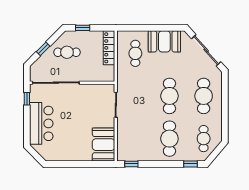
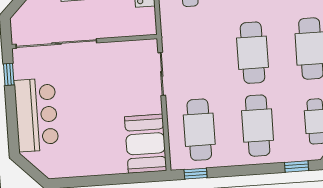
cafe table: (135, 139) -> (199, 130), added

